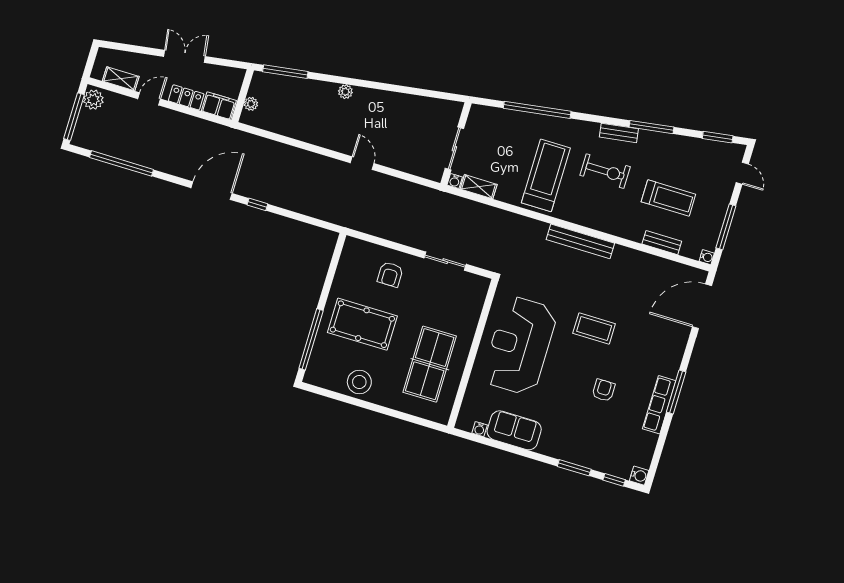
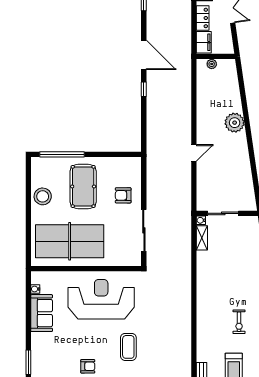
window: (285, 72) -> (241, 81), removed
plant: (345, 92) -> (235, 123), width x1.88, depth x1.88
exercise bike: (605, 171) -> (239, 322), width x0.73, depth x0.72
treadmill: (546, 175) -> (224, 282), removed
bench: (580, 241) -> (185, 319), removed
sliding door: (445, 261) -> (144, 230), width x1.37
table tennis table: (430, 364) -> (70, 241), width x1.36, depth x1.32

